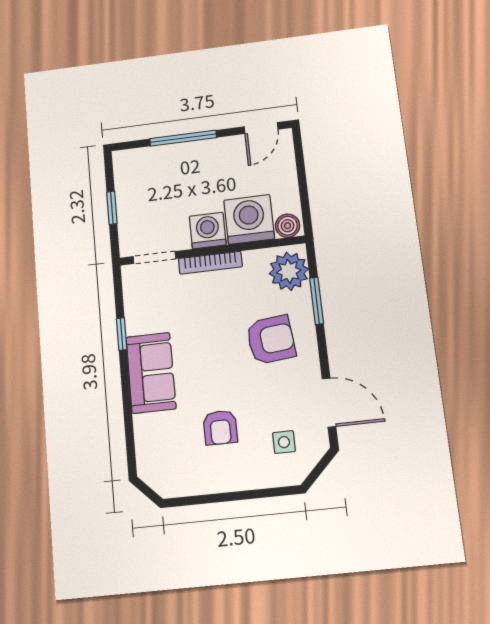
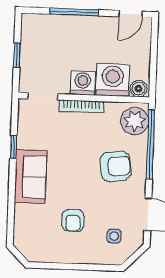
window: (317, 301) -> (150, 144), width x2.11

